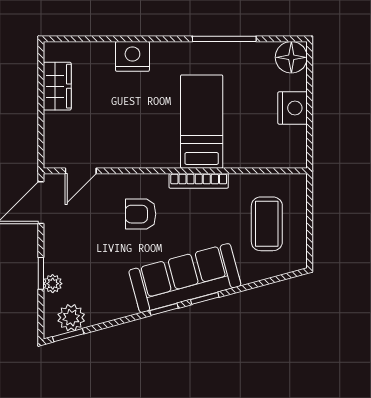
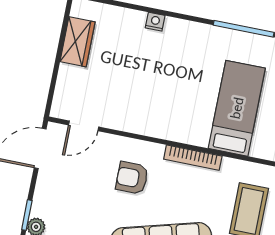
nightstand: (132, 56) -> (155, 22), width x0.53, depth x0.56
bed: (202, 122) -> (237, 108), moved

